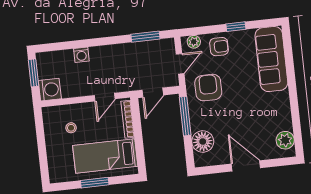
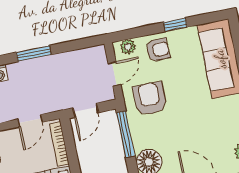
window: (145, 37) -> (34, 54), moved

